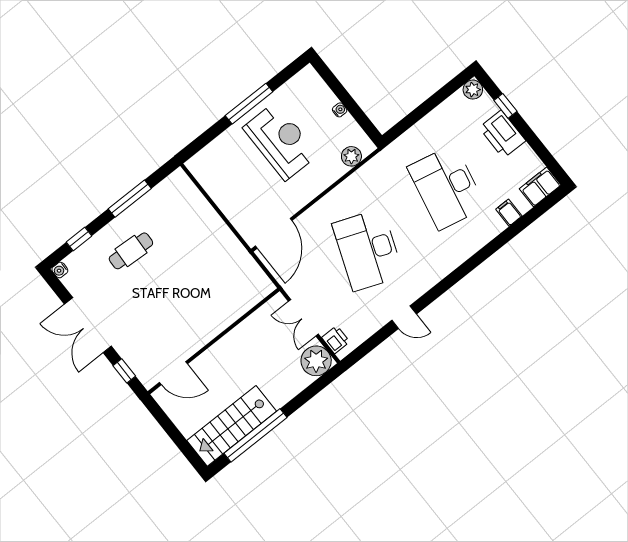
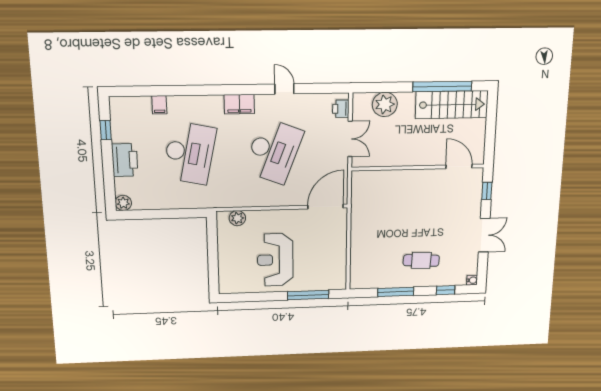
window: (249, 104) -> (308, 295), moved
window: (505, 106) -> (106, 130), moved
water cooler: (340, 110) -> (222, 252), removed
filing cabinet: (540, 187) -> (239, 104), moved
double door: (88, 325) -> (484, 235), width x0.73
plant: (316, 361) -> (385, 104), moved

